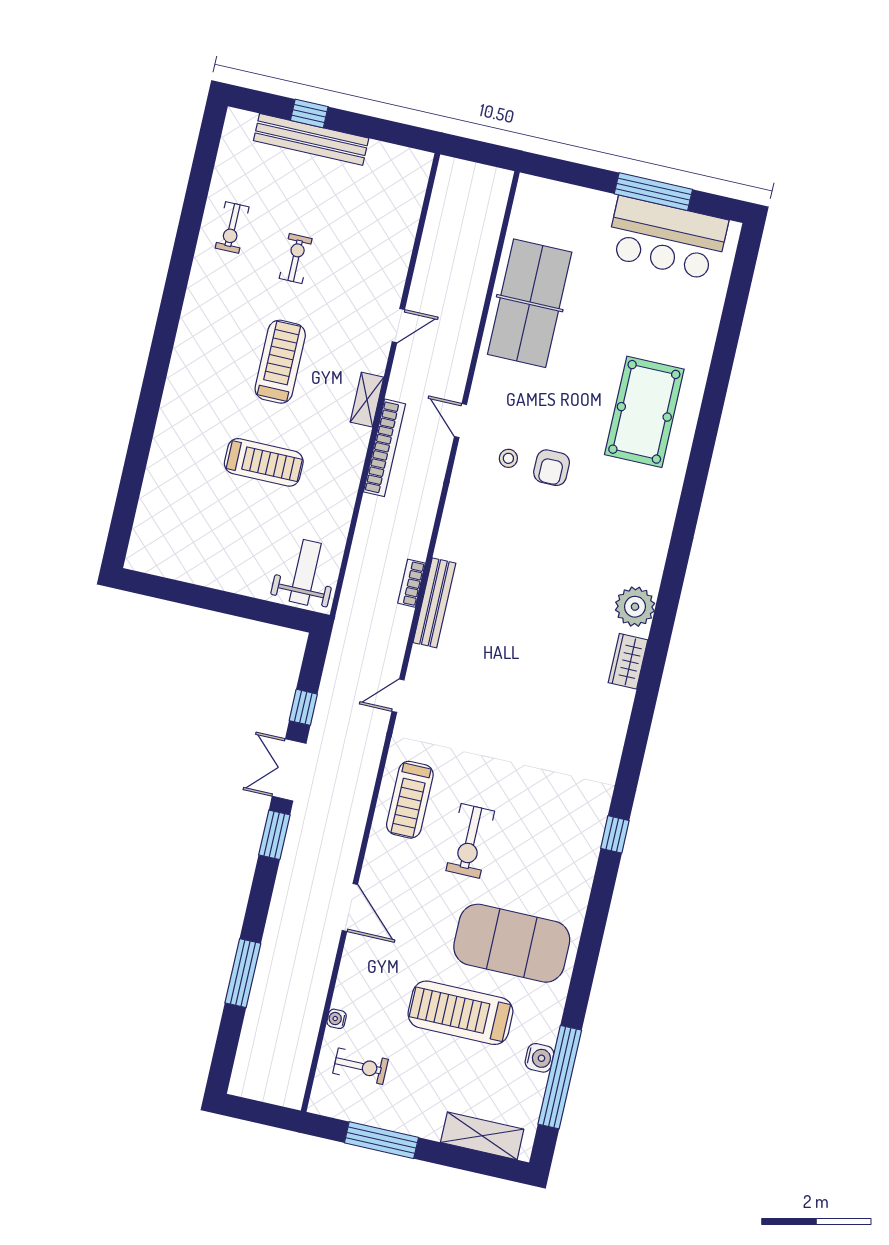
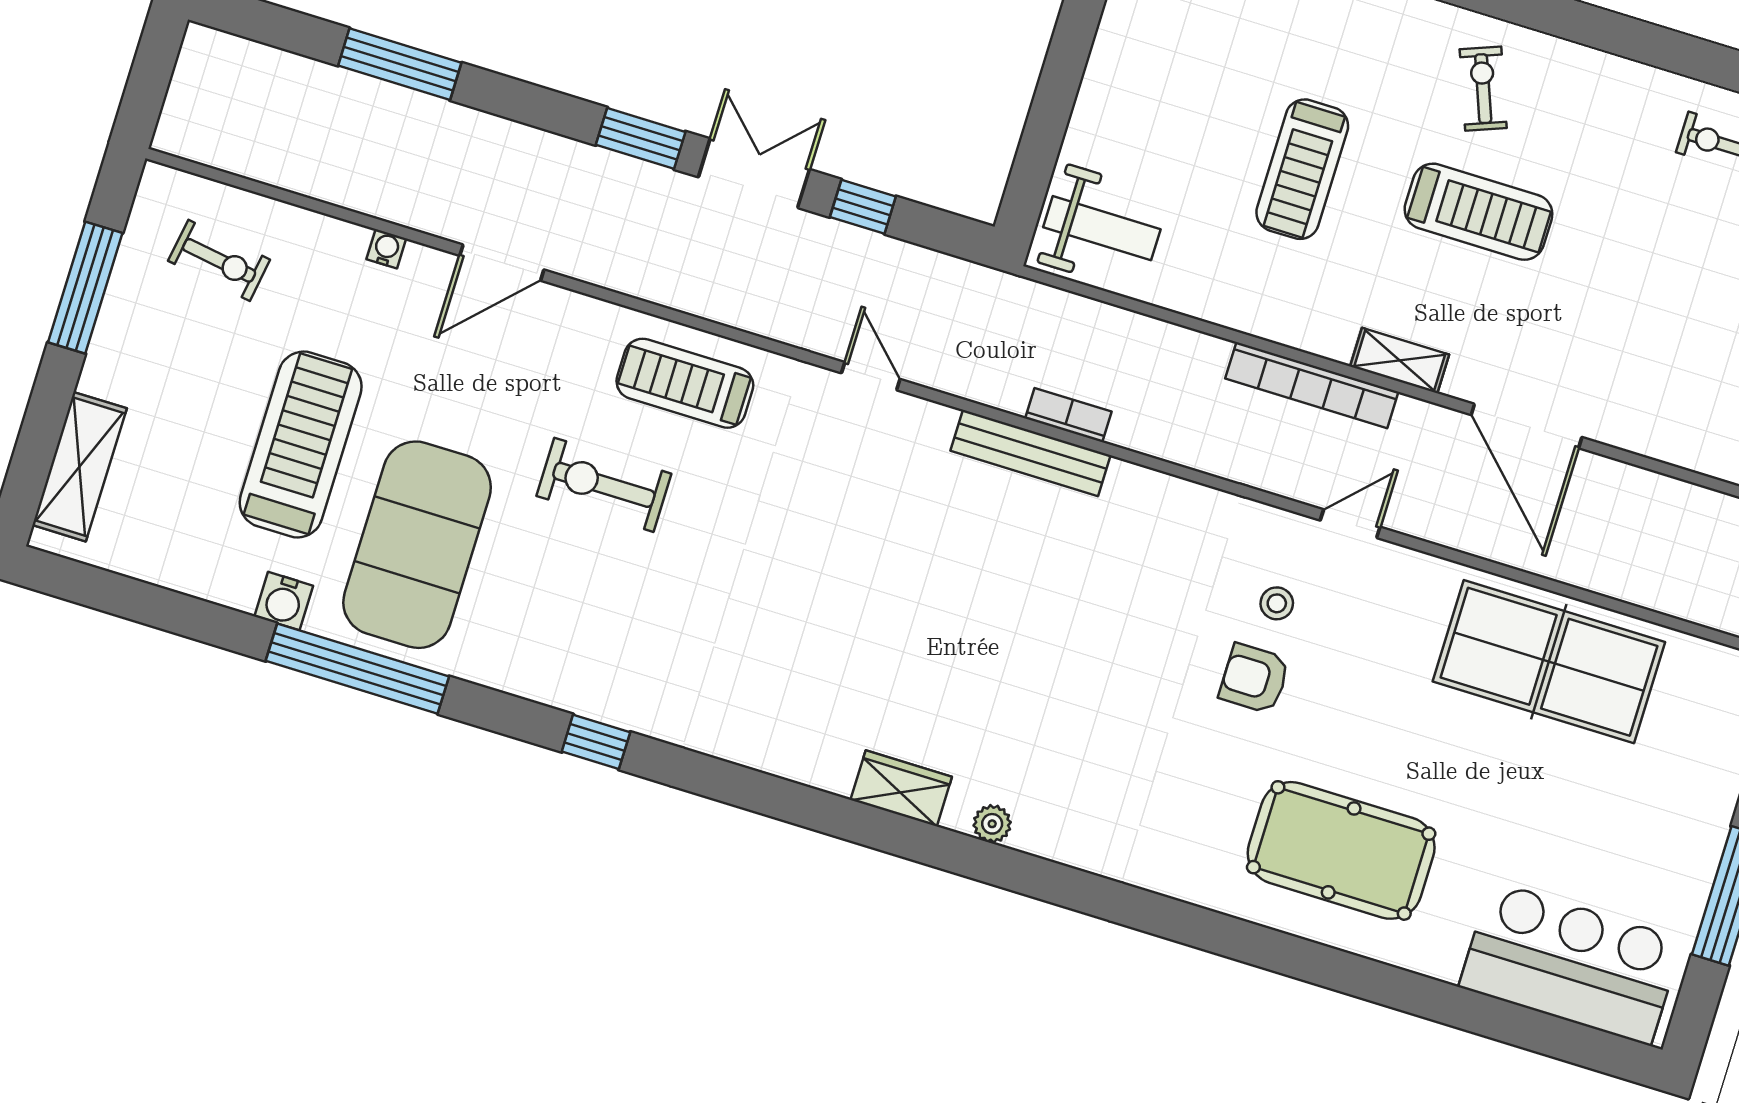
bar counter: (667, 238) -> (1571, 963), moved, turned 90
exercise bike: (296, 258) -> (1483, 89), moved, turned -111
door: (398, 326) -> (1526, 426), width x1.87
plant: (635, 607) -> (992, 824), width x0.53, depth x0.53
water cooler: (337, 1019) -> (386, 249), moved
water cooler: (539, 1058) -> (284, 601), moved
exercise bike: (361, 1066) -> (219, 260), turned -81
window: (560, 1077) -> (357, 669), moved

